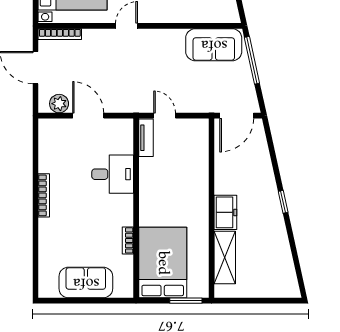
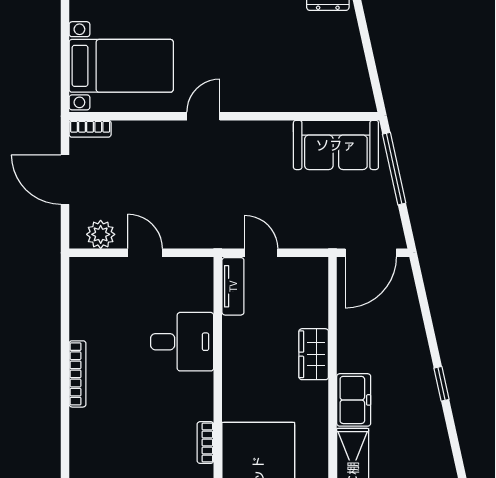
bookcase: (60, 34) -> (90, 129), width x0.64
door: (88, 116) -> (145, 253), width x0.73
wardrobe: (199, 182) -> (314, 354), added

